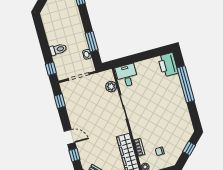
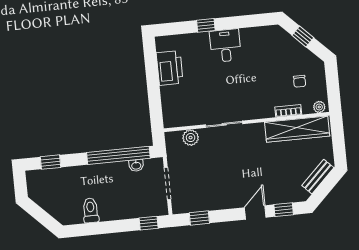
window: (92, 42) -> (118, 155), width x2.11
toilet: (58, 49) -> (91, 210), moved
printer: (168, 65) -> (170, 68), moved, turned -90
desk: (127, 75) -> (225, 46), moved, turned 90
window: (186, 84) -> (206, 25), width x0.32

